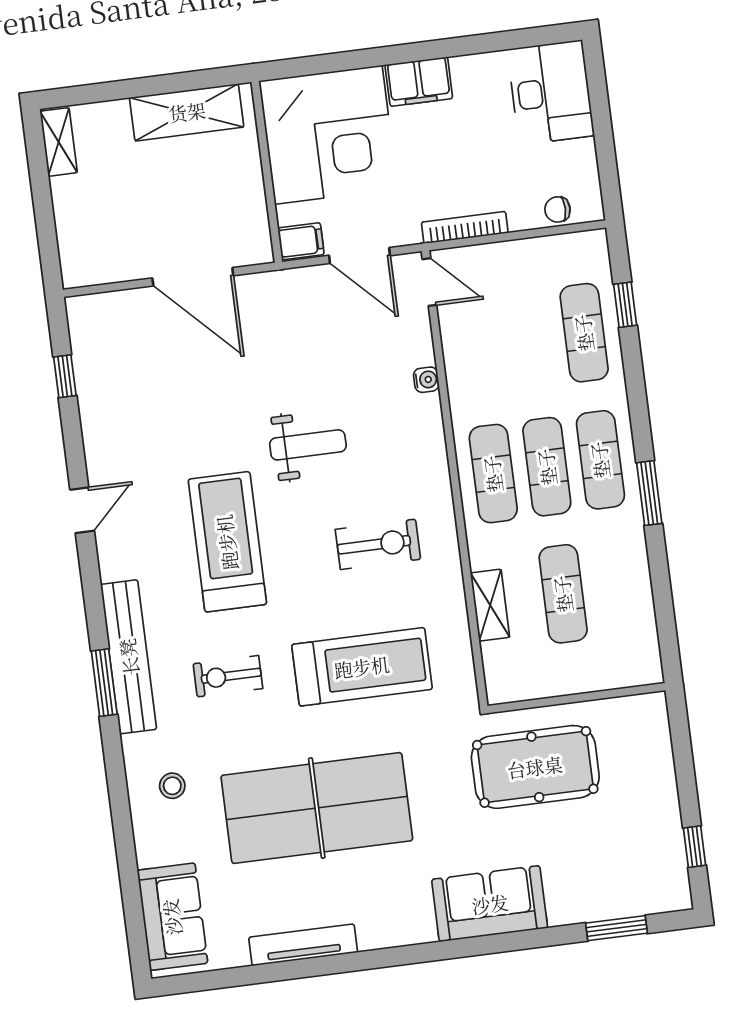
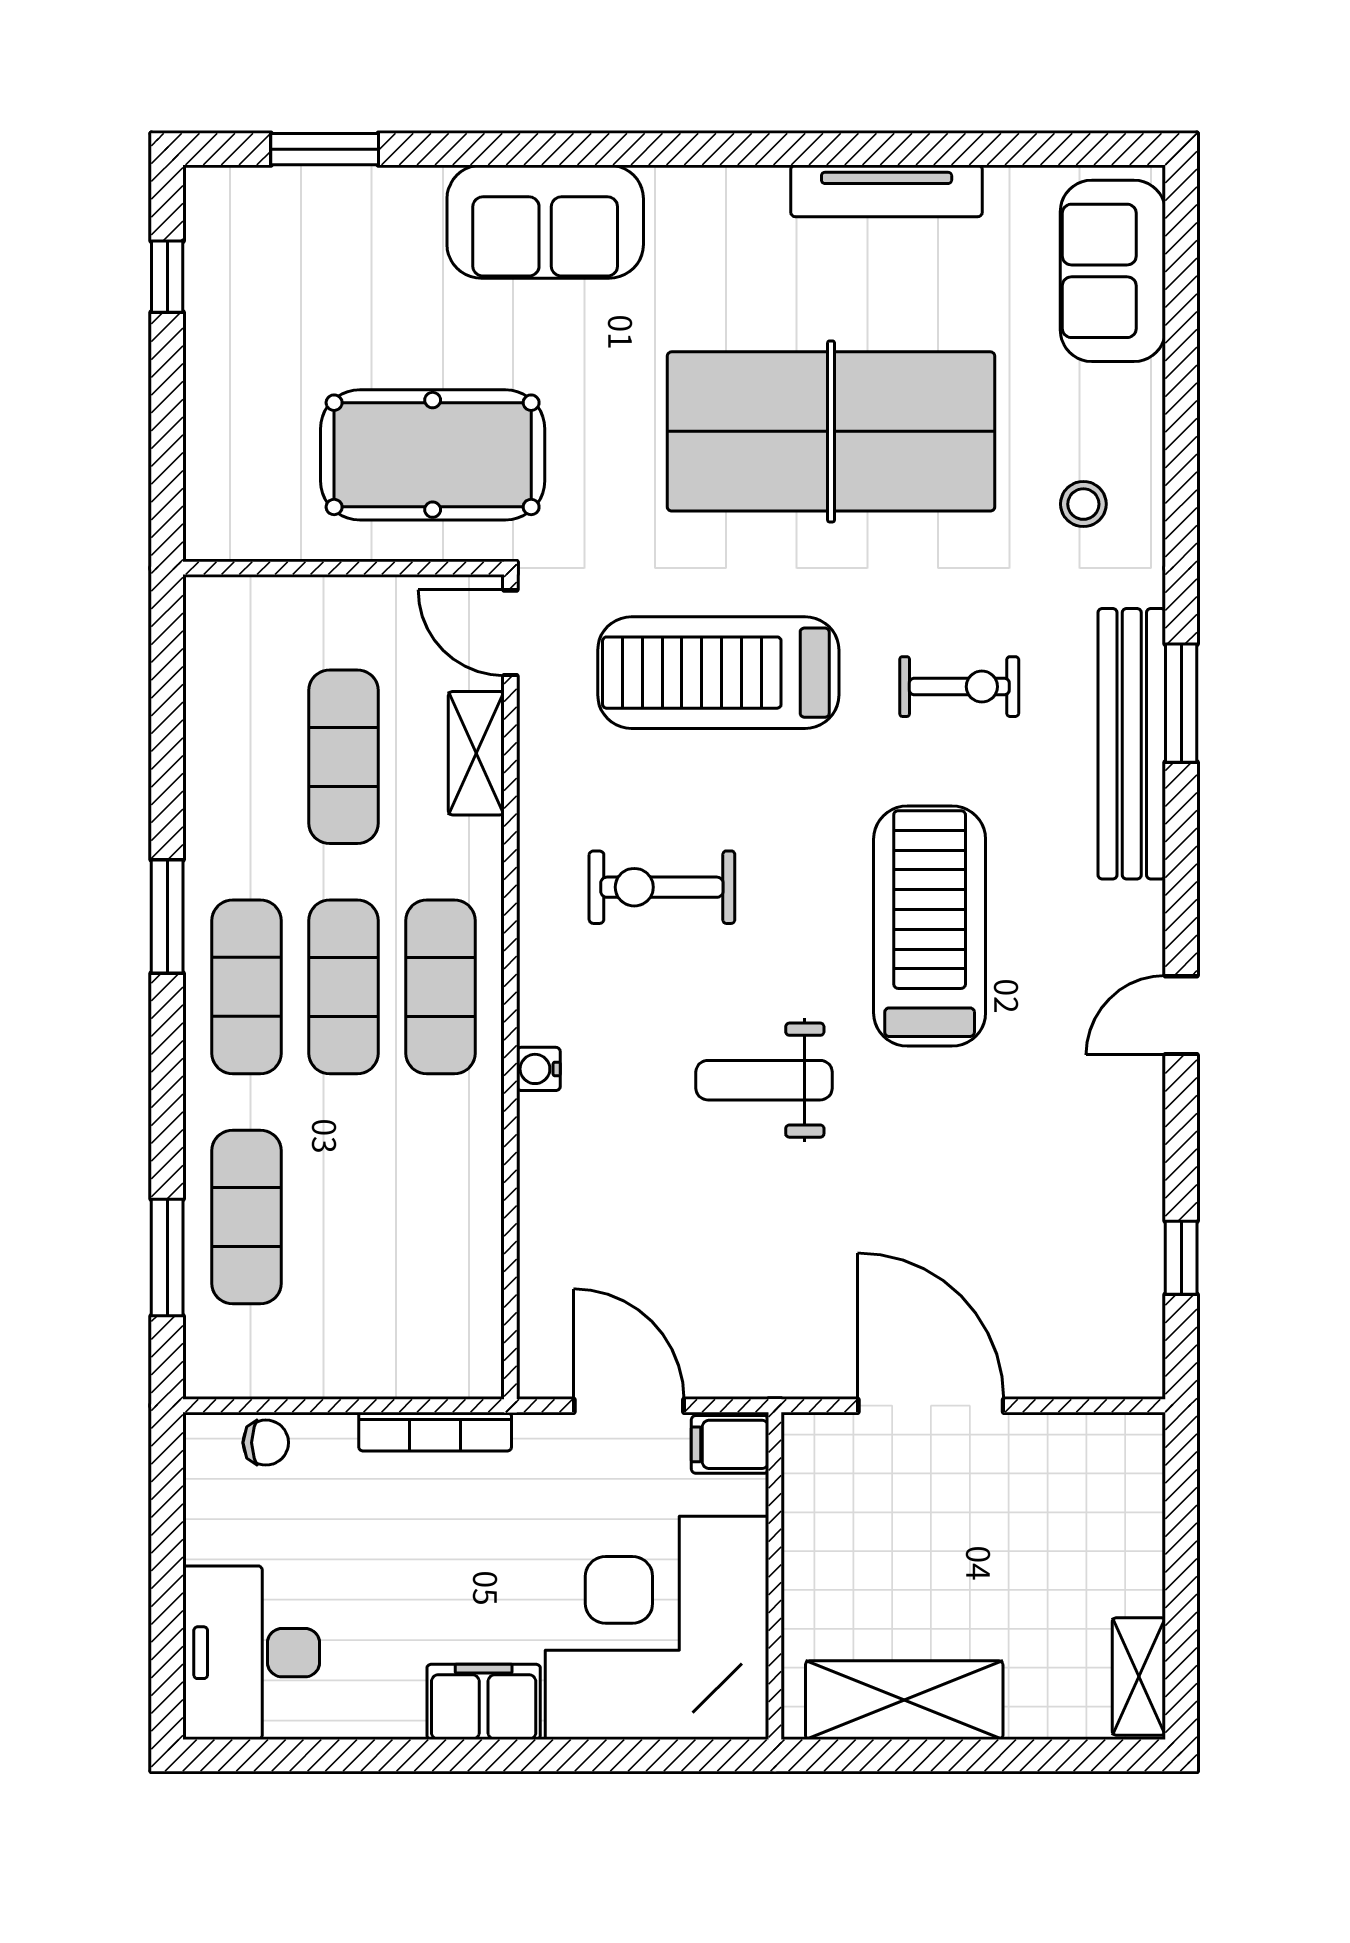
door: (429, 282) -> (510, 633), moved
window: (625, 305) -> (167, 1257), width x1.50
water cooler: (426, 380) -> (538, 1069), moved
treadmill: (227, 542) -> (930, 926), turned 180

